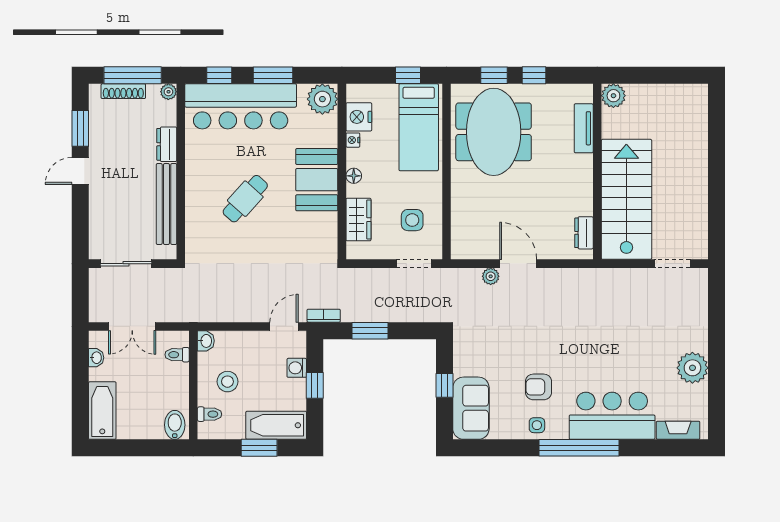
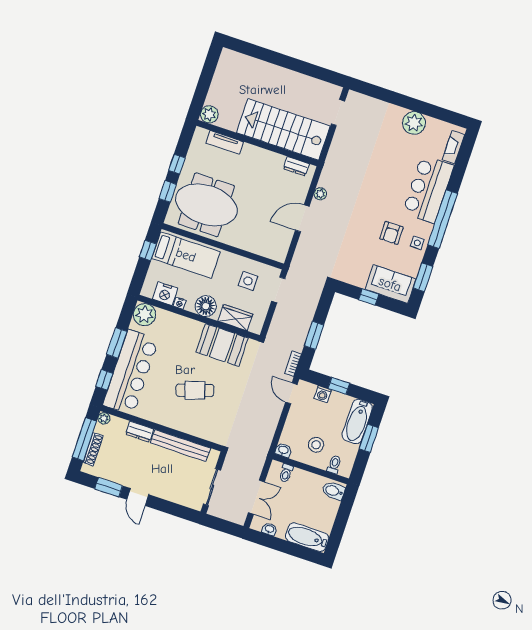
floor lamp: (354, 176) -> (206, 306), width x1.89, depth x1.89
booth: (317, 180) -> (222, 345), moved
cafe table: (245, 199) -> (195, 390), turned -60
plant: (491, 276) -> (320, 194), moved
window: (494, 448) -> (423, 277), added

